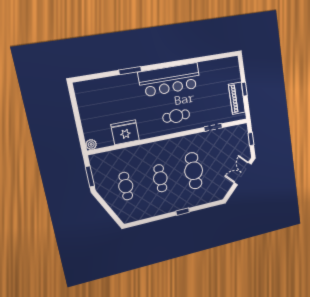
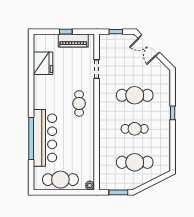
window: (130, 71) -> (31, 139), width x2.11
bar counter: (170, 80) -> (45, 138), moved
cafe table: (91, 111) -> (60, 180), added
fridge: (125, 132) -> (43, 63), moved, turned 180
cafe table: (126, 186) -> (135, 162), width x1.37, depth x1.35

